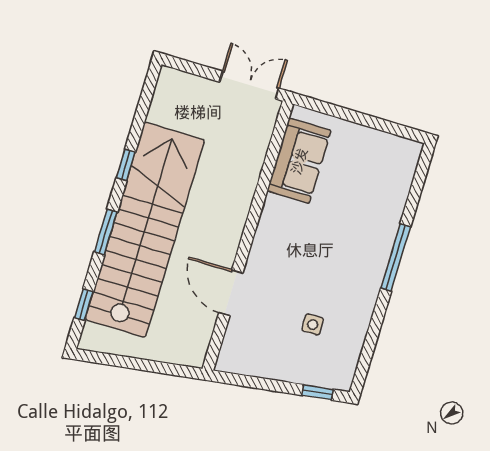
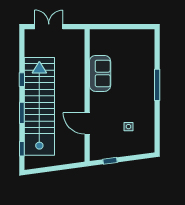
double door: (249, 85) -> (49, 27), moved
sofa: (299, 161) -> (100, 73), moved
window: (318, 392) -> (110, 161), moved

